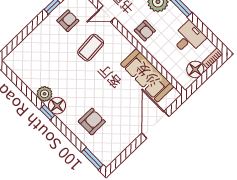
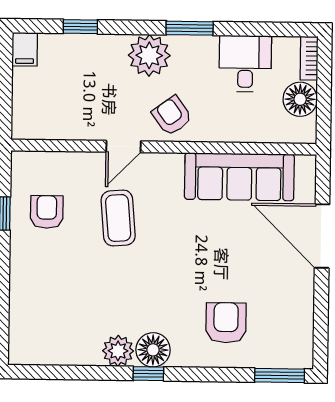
door: (107, 14) -> (124, 147), moved
armchair: (145, 31) -> (172, 116), turned -126

